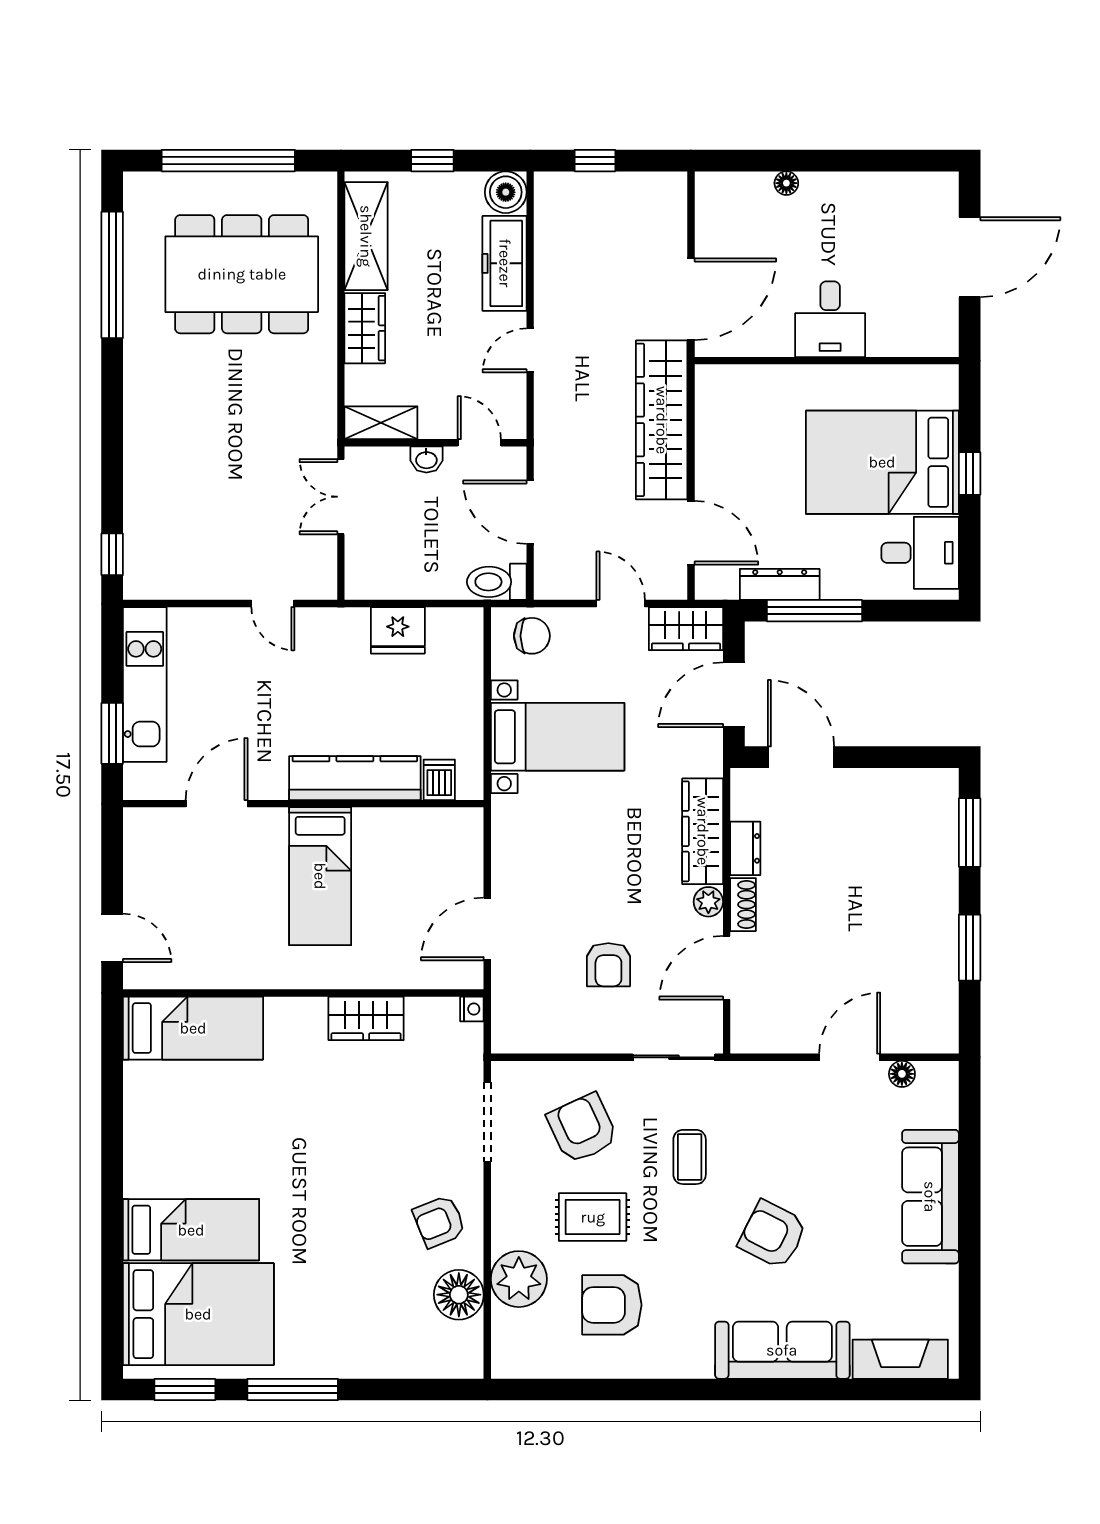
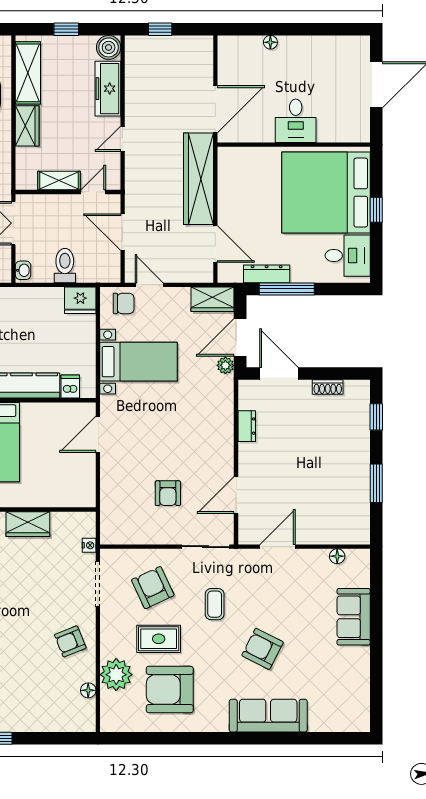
shelving: (381, 423) -> (59, 181), moved
door: (479, 443) -> (93, 192), hinge flipped
washbasin: (426, 459) -> (23, 270), moved, turned -90
bed: (882, 462) -> (326, 193), width x1.36
toilet: (497, 582) -> (65, 266), moved, turned 90
door: (621, 604) -> (149, 285), moved
fridge: (398, 630) -> (80, 300), moved
wardrobe: (703, 831) -> (222, 416), removed
window: (970, 833) -> (376, 417), width x0.67
plant: (708, 902) -> (225, 365), moved
shoe rack: (743, 905) -> (328, 387), moved, turned 90
door: (487, 929) -> (98, 434), moved
nightstand: (472, 1009) -> (89, 545), moved
door: (850, 1057) -> (278, 547), moved
sofa: (930, 1197) -> (354, 617), width x0.73
floor lamp: (459, 1295) -> (88, 690), width x0.53, depth x0.53
armchair: (612, 1305) -> (170, 689), width x1.36, depth x1.36
fireplace: (900, 1359) -> (336, 721), removed

